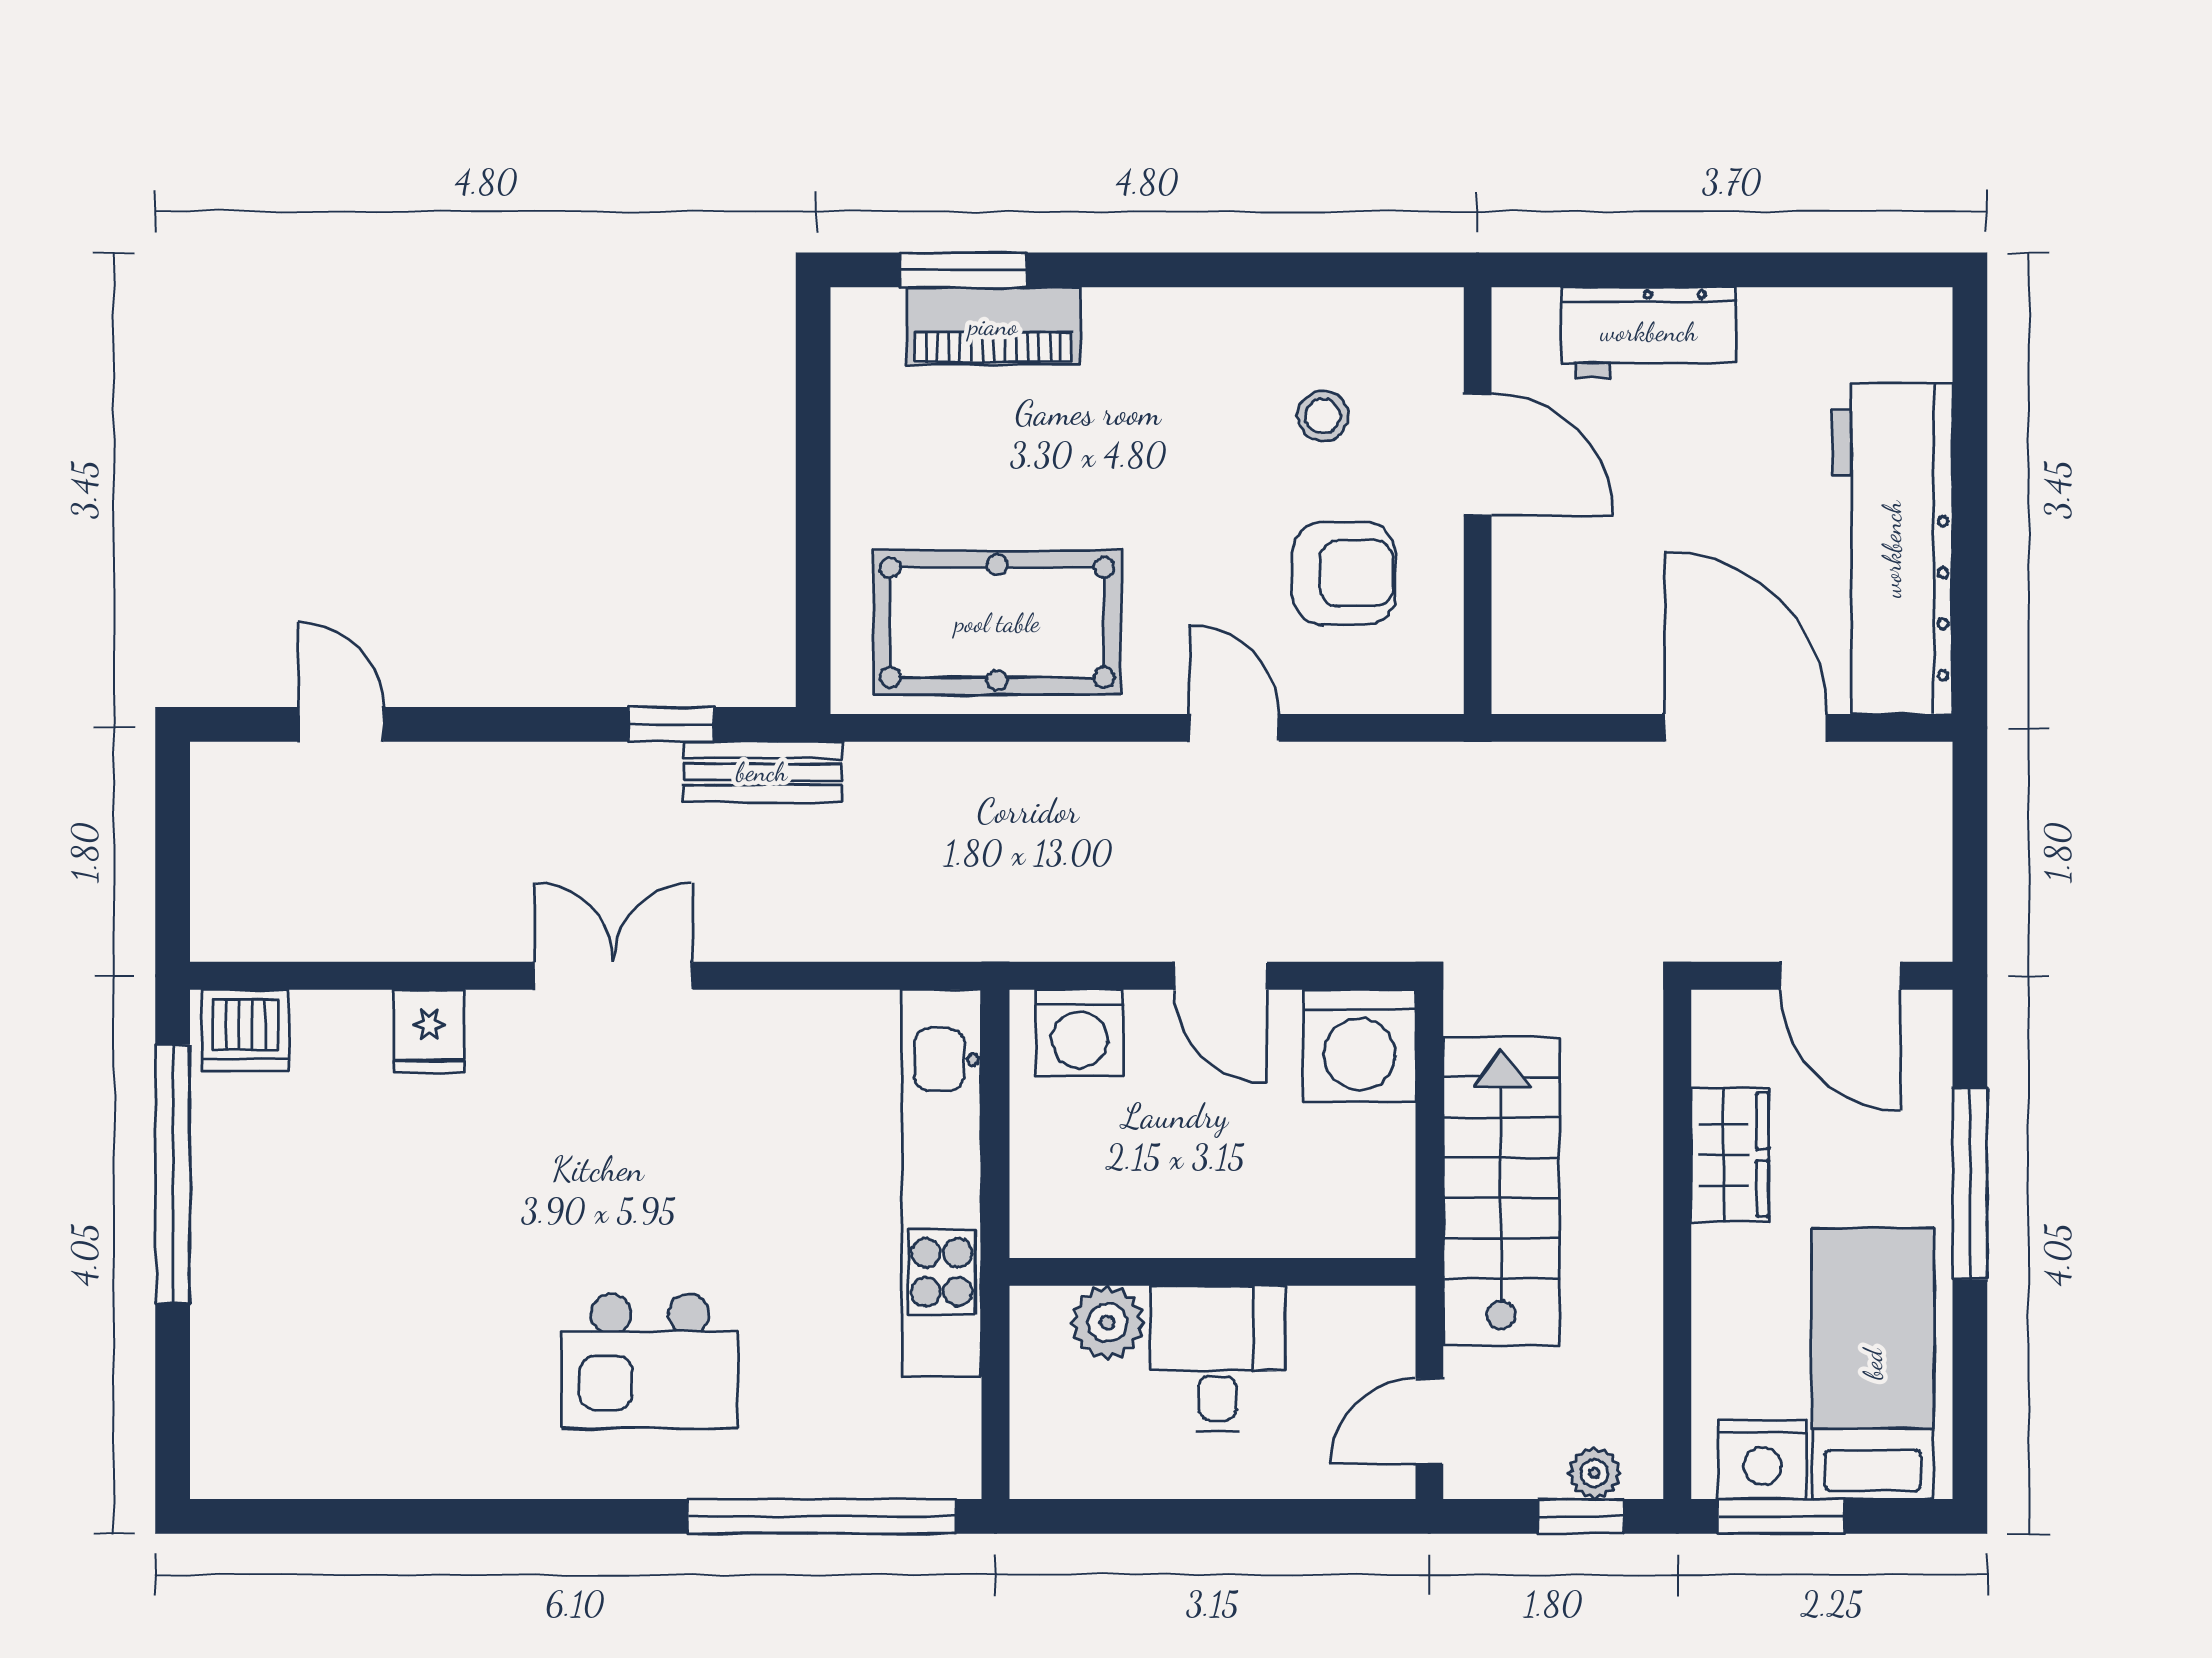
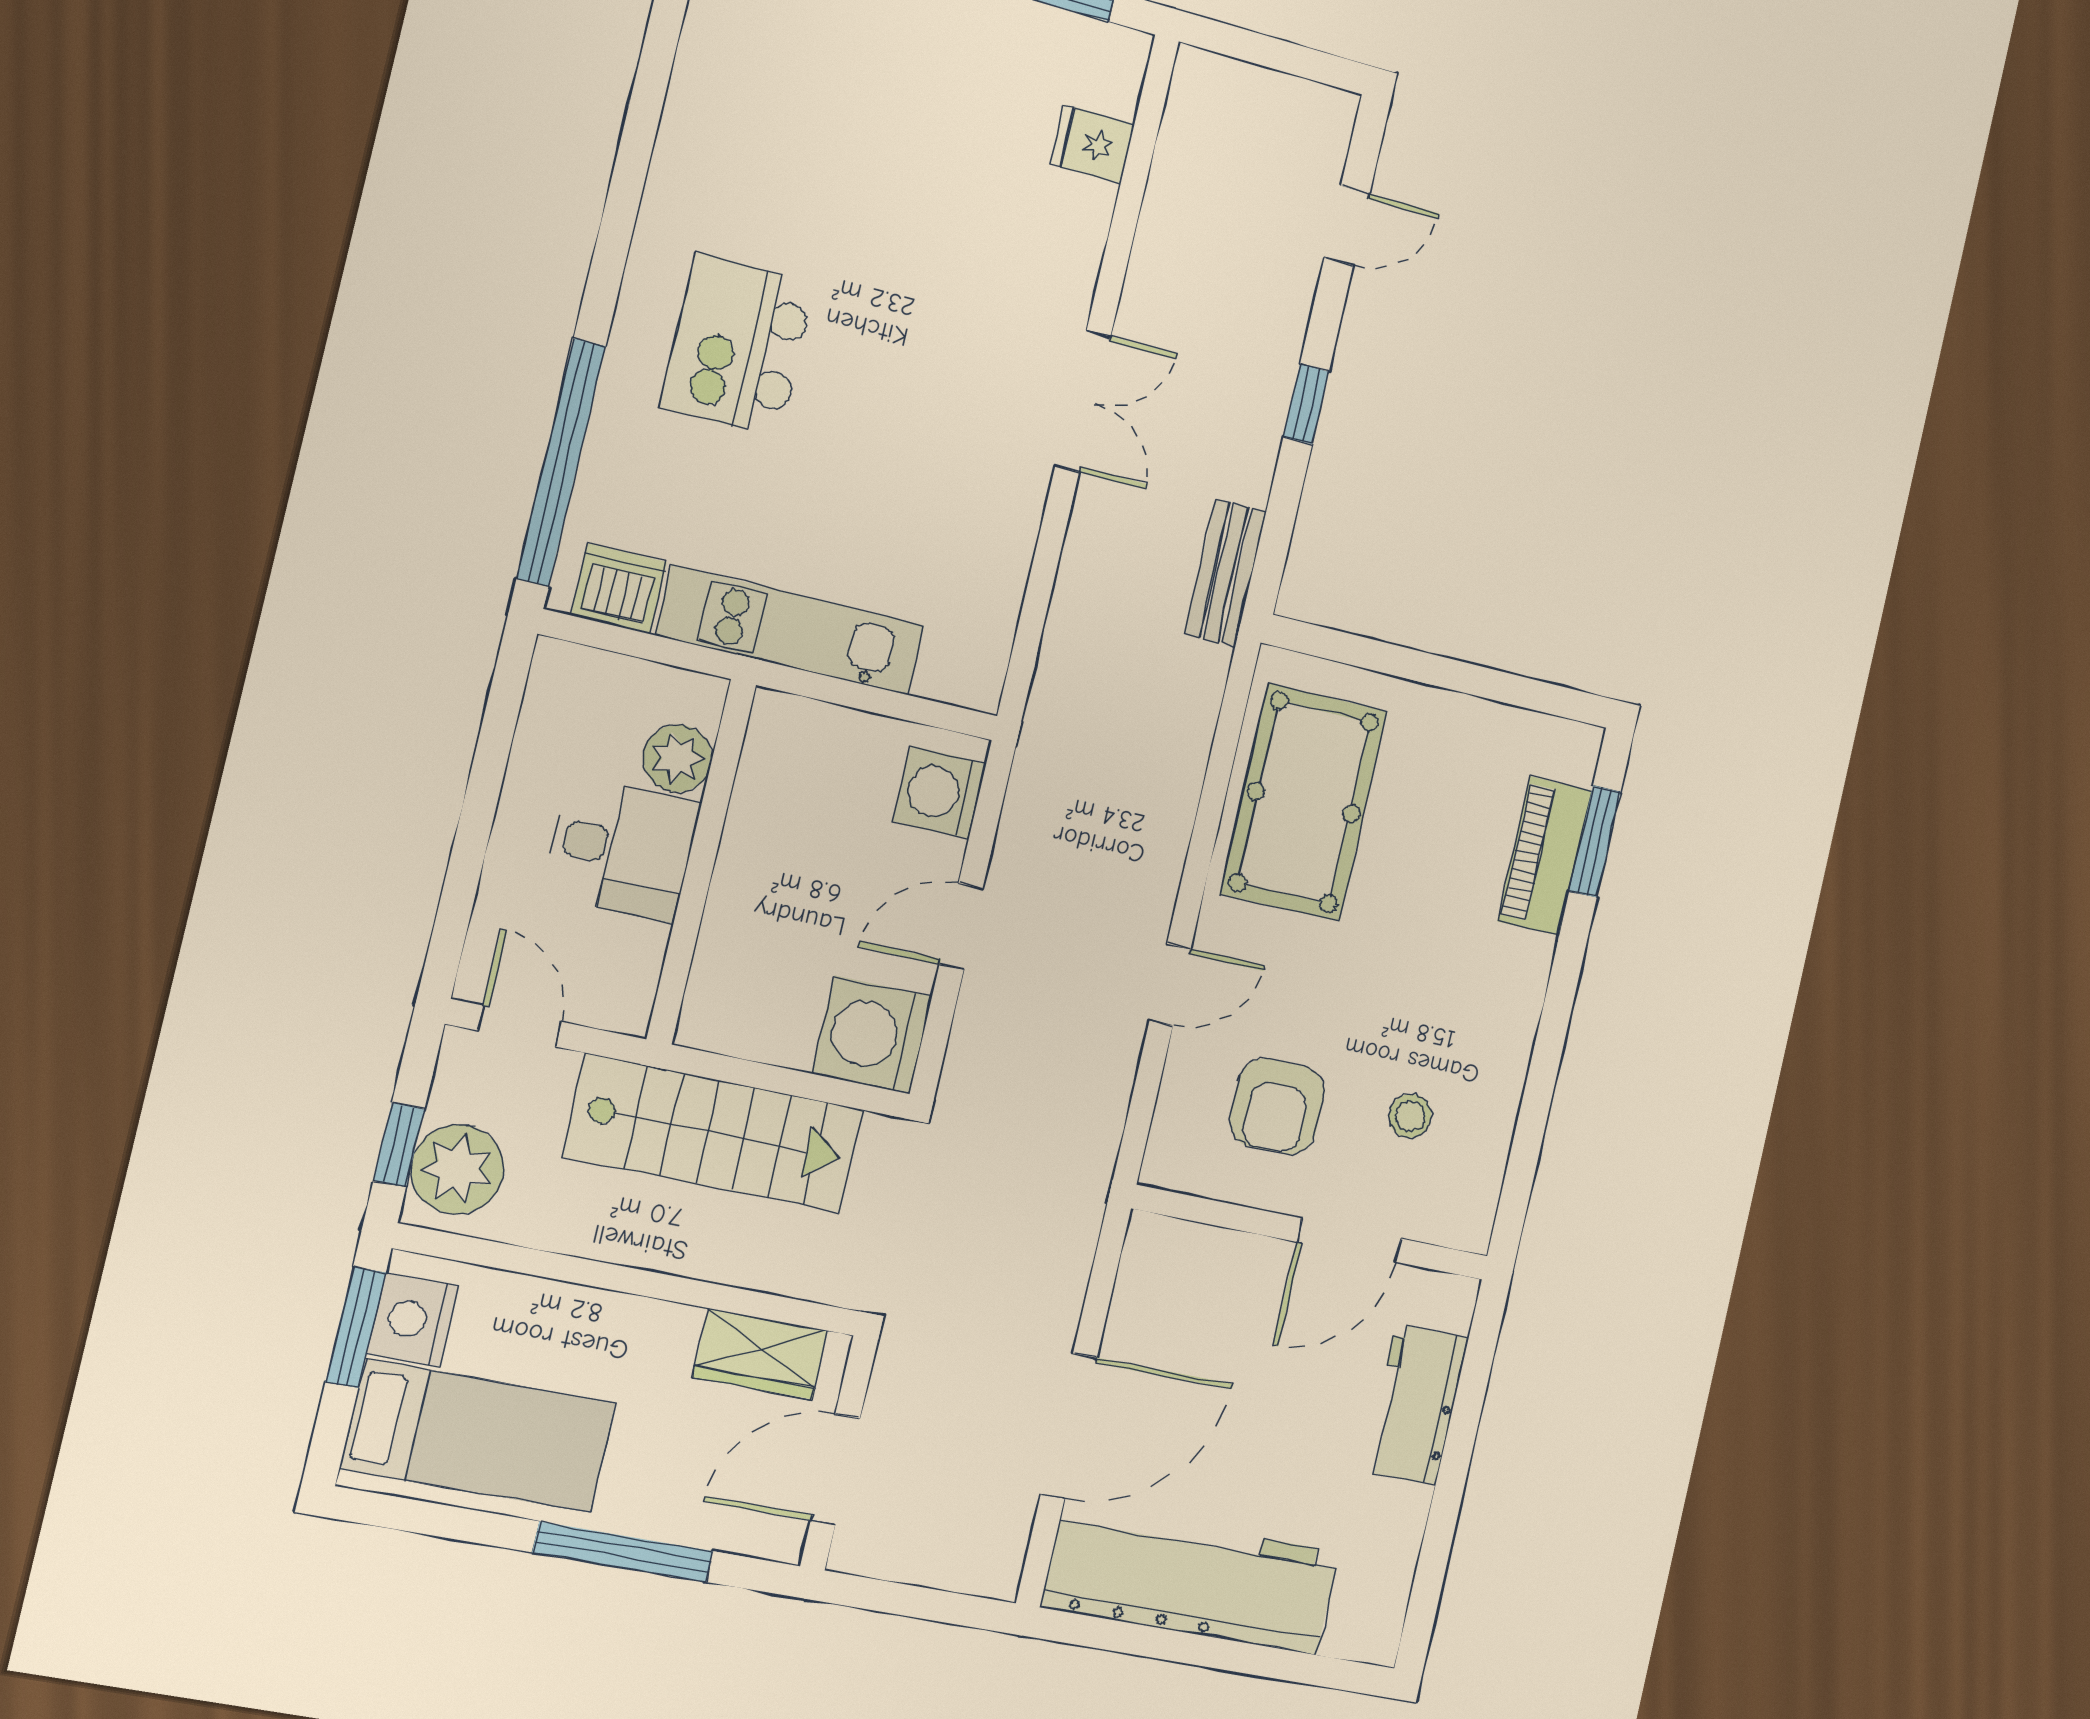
window: (671, 724) -> (1306, 404), moved
dishwasher: (246, 1030) -> (619, 589), moved, turned 90
fridge: (429, 1031) -> (1092, 144), moved
wardrobe: (1730, 1155) -> (760, 1354), moved
kitchen unit: (942, 1183) -> (791, 630), width x0.73
plant: (1594, 1473) -> (457, 1169), width x1.88, depth x1.88

